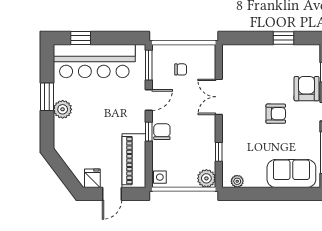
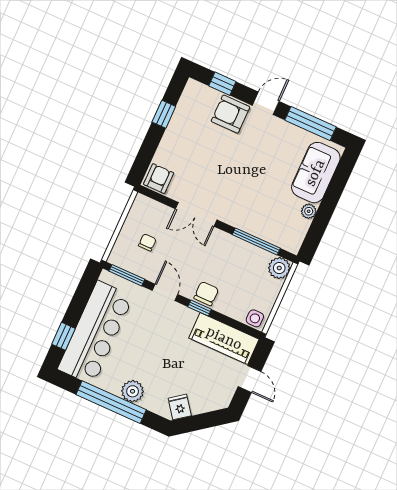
window: (47, 97) -> (111, 402), width x2.11
armchair: (276, 114) -> (159, 179), moved
chair: (162, 132) -> (206, 294), turned 90
window: (219, 152) -> (256, 241), width x2.17
fridge: (92, 178) -> (180, 407), moved, turned 53
plant: (237, 181) -> (309, 211), moved

